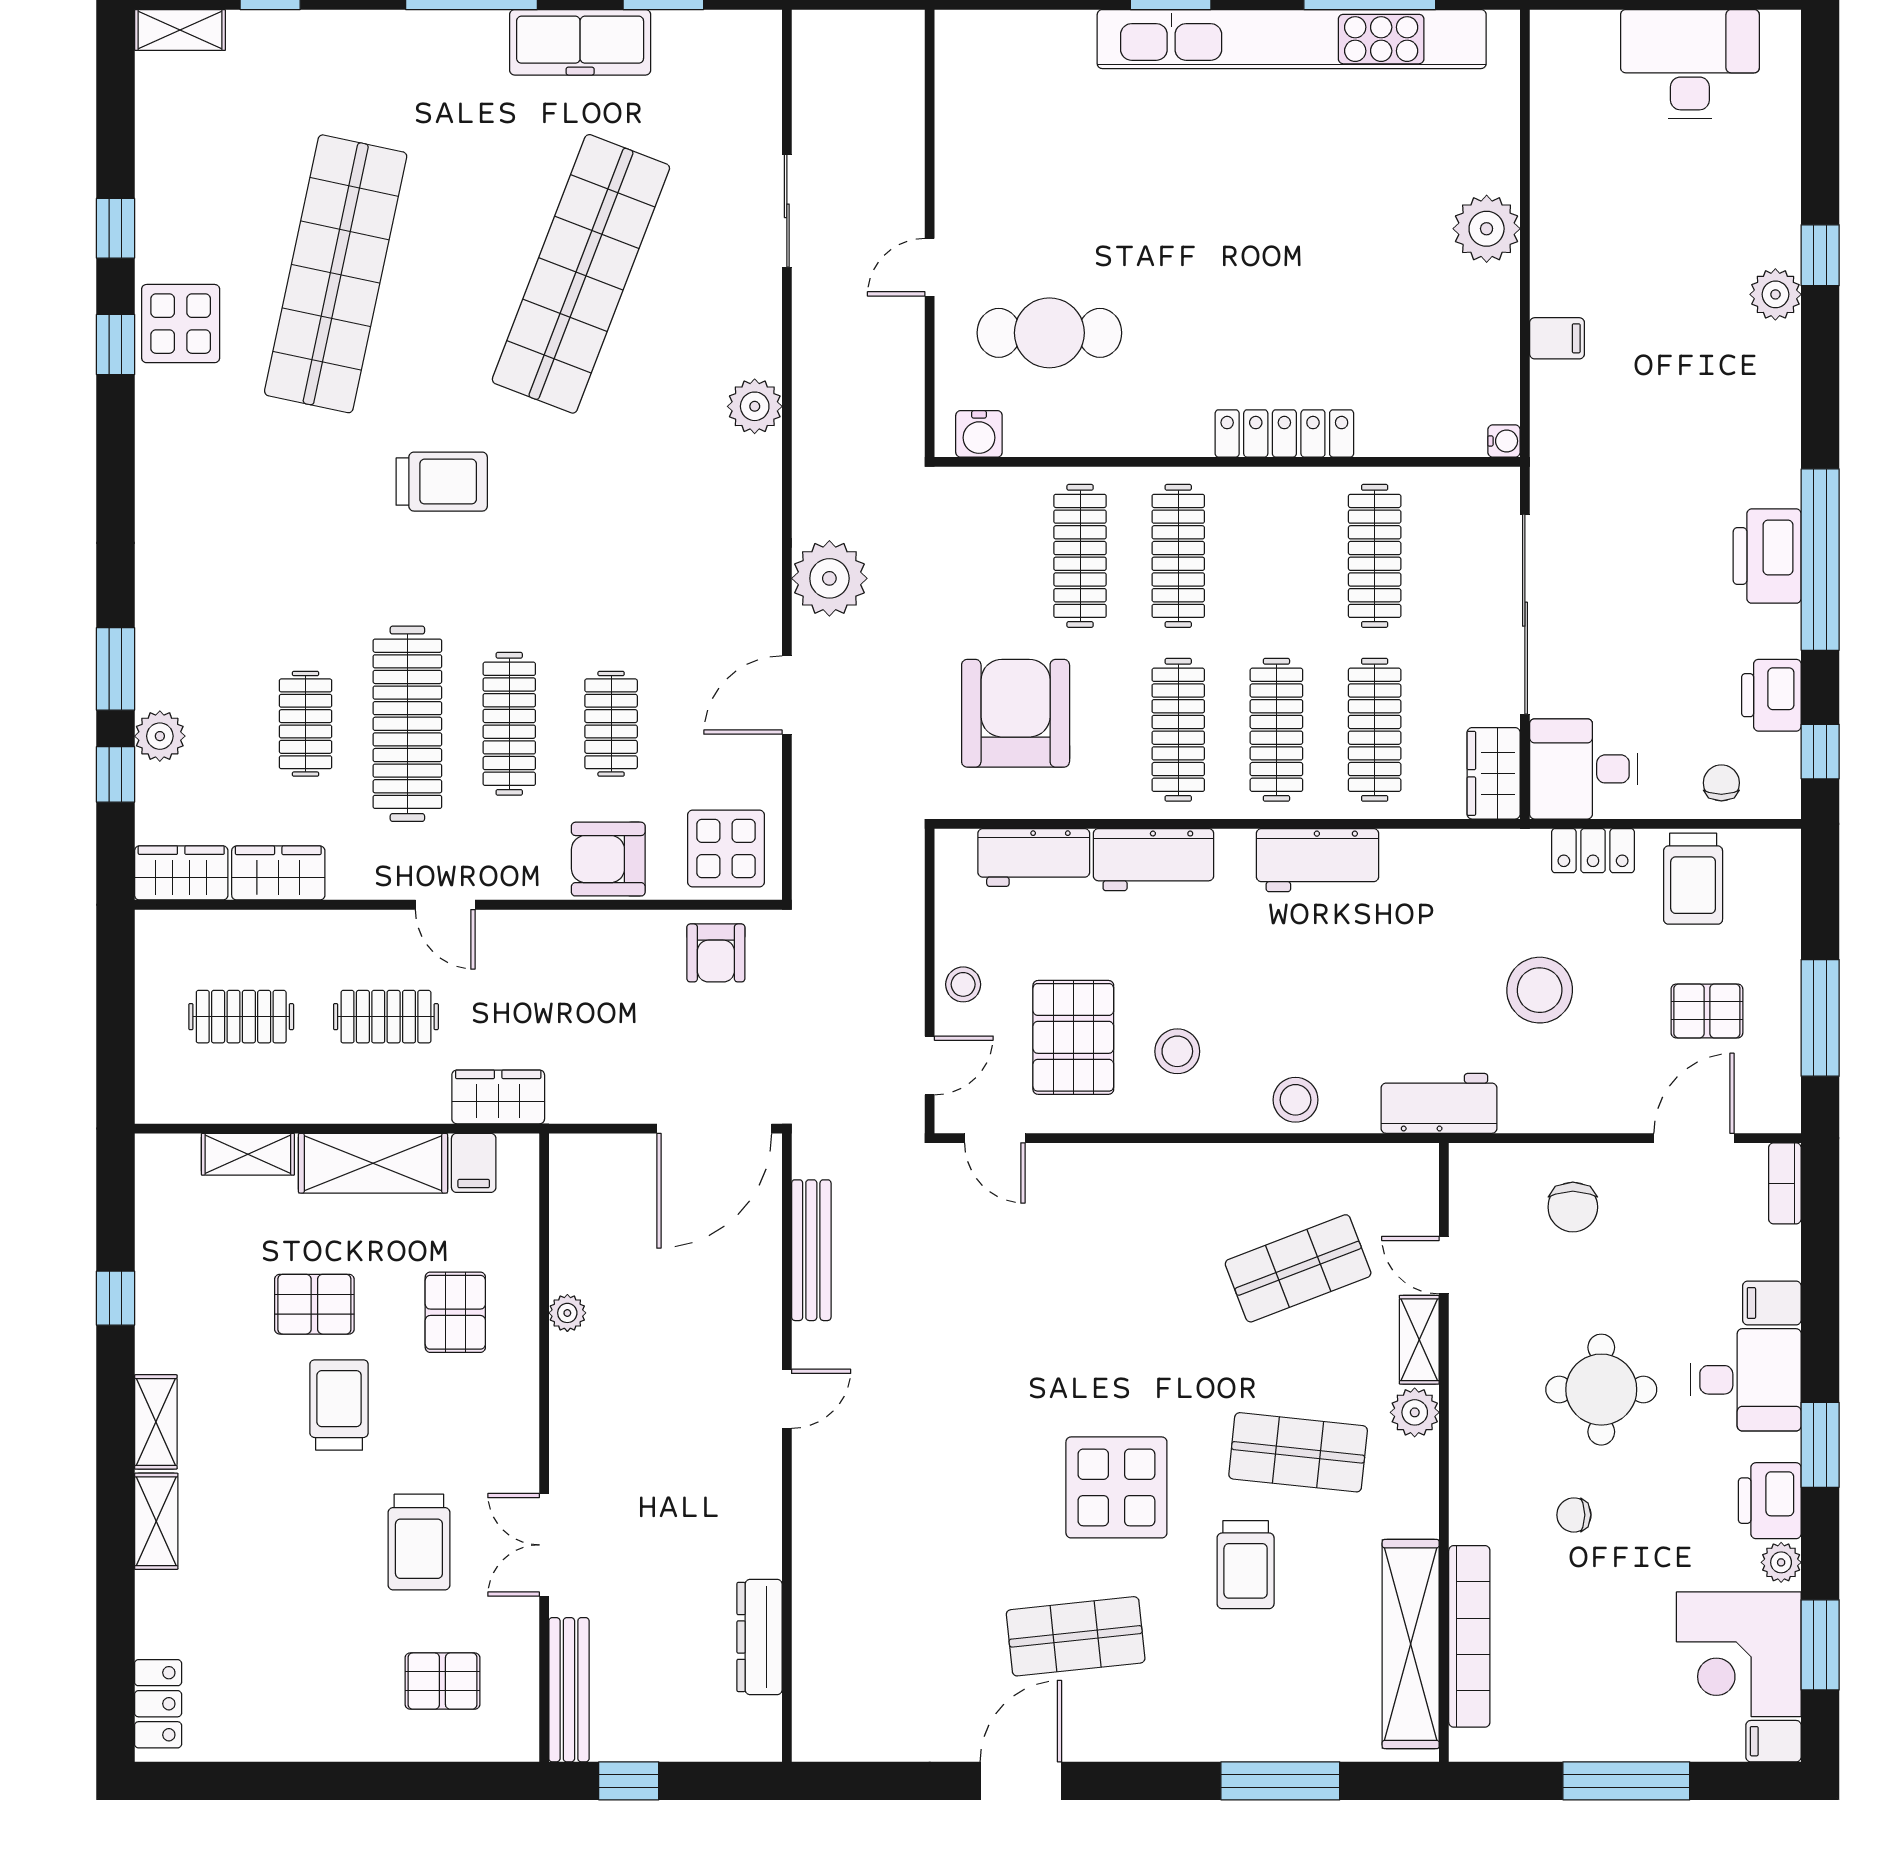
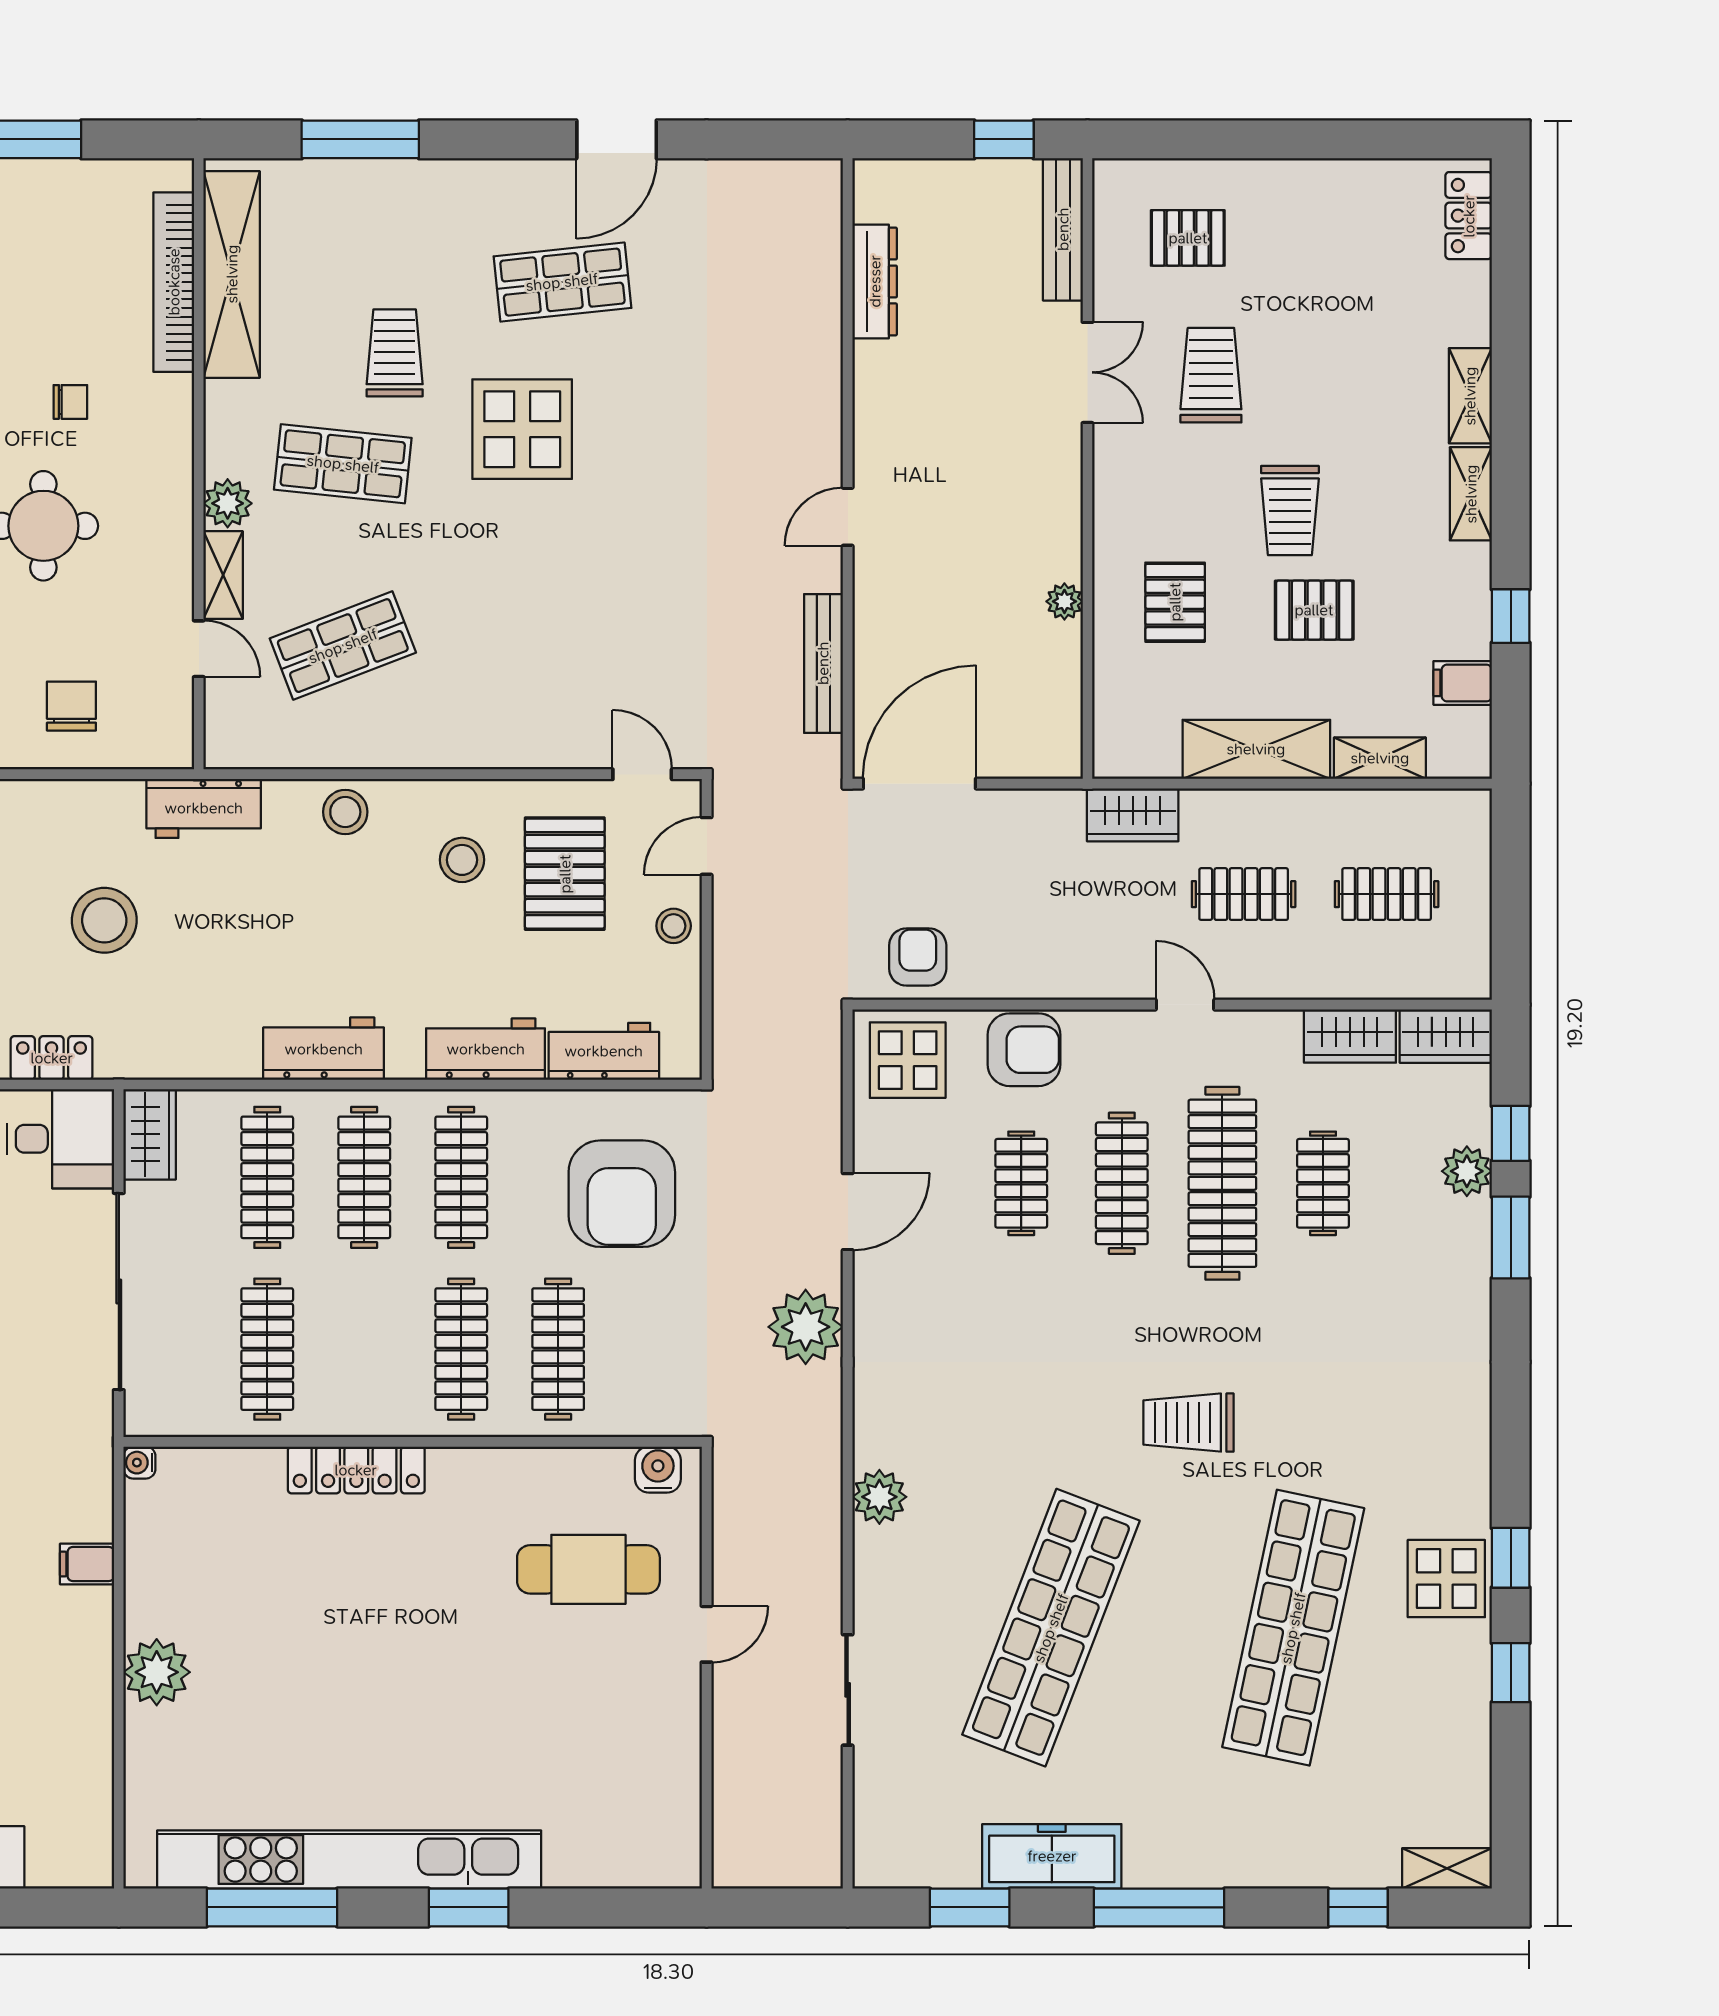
filing cabinet: (474, 1163) -> (1463, 683), moved, turned -90

